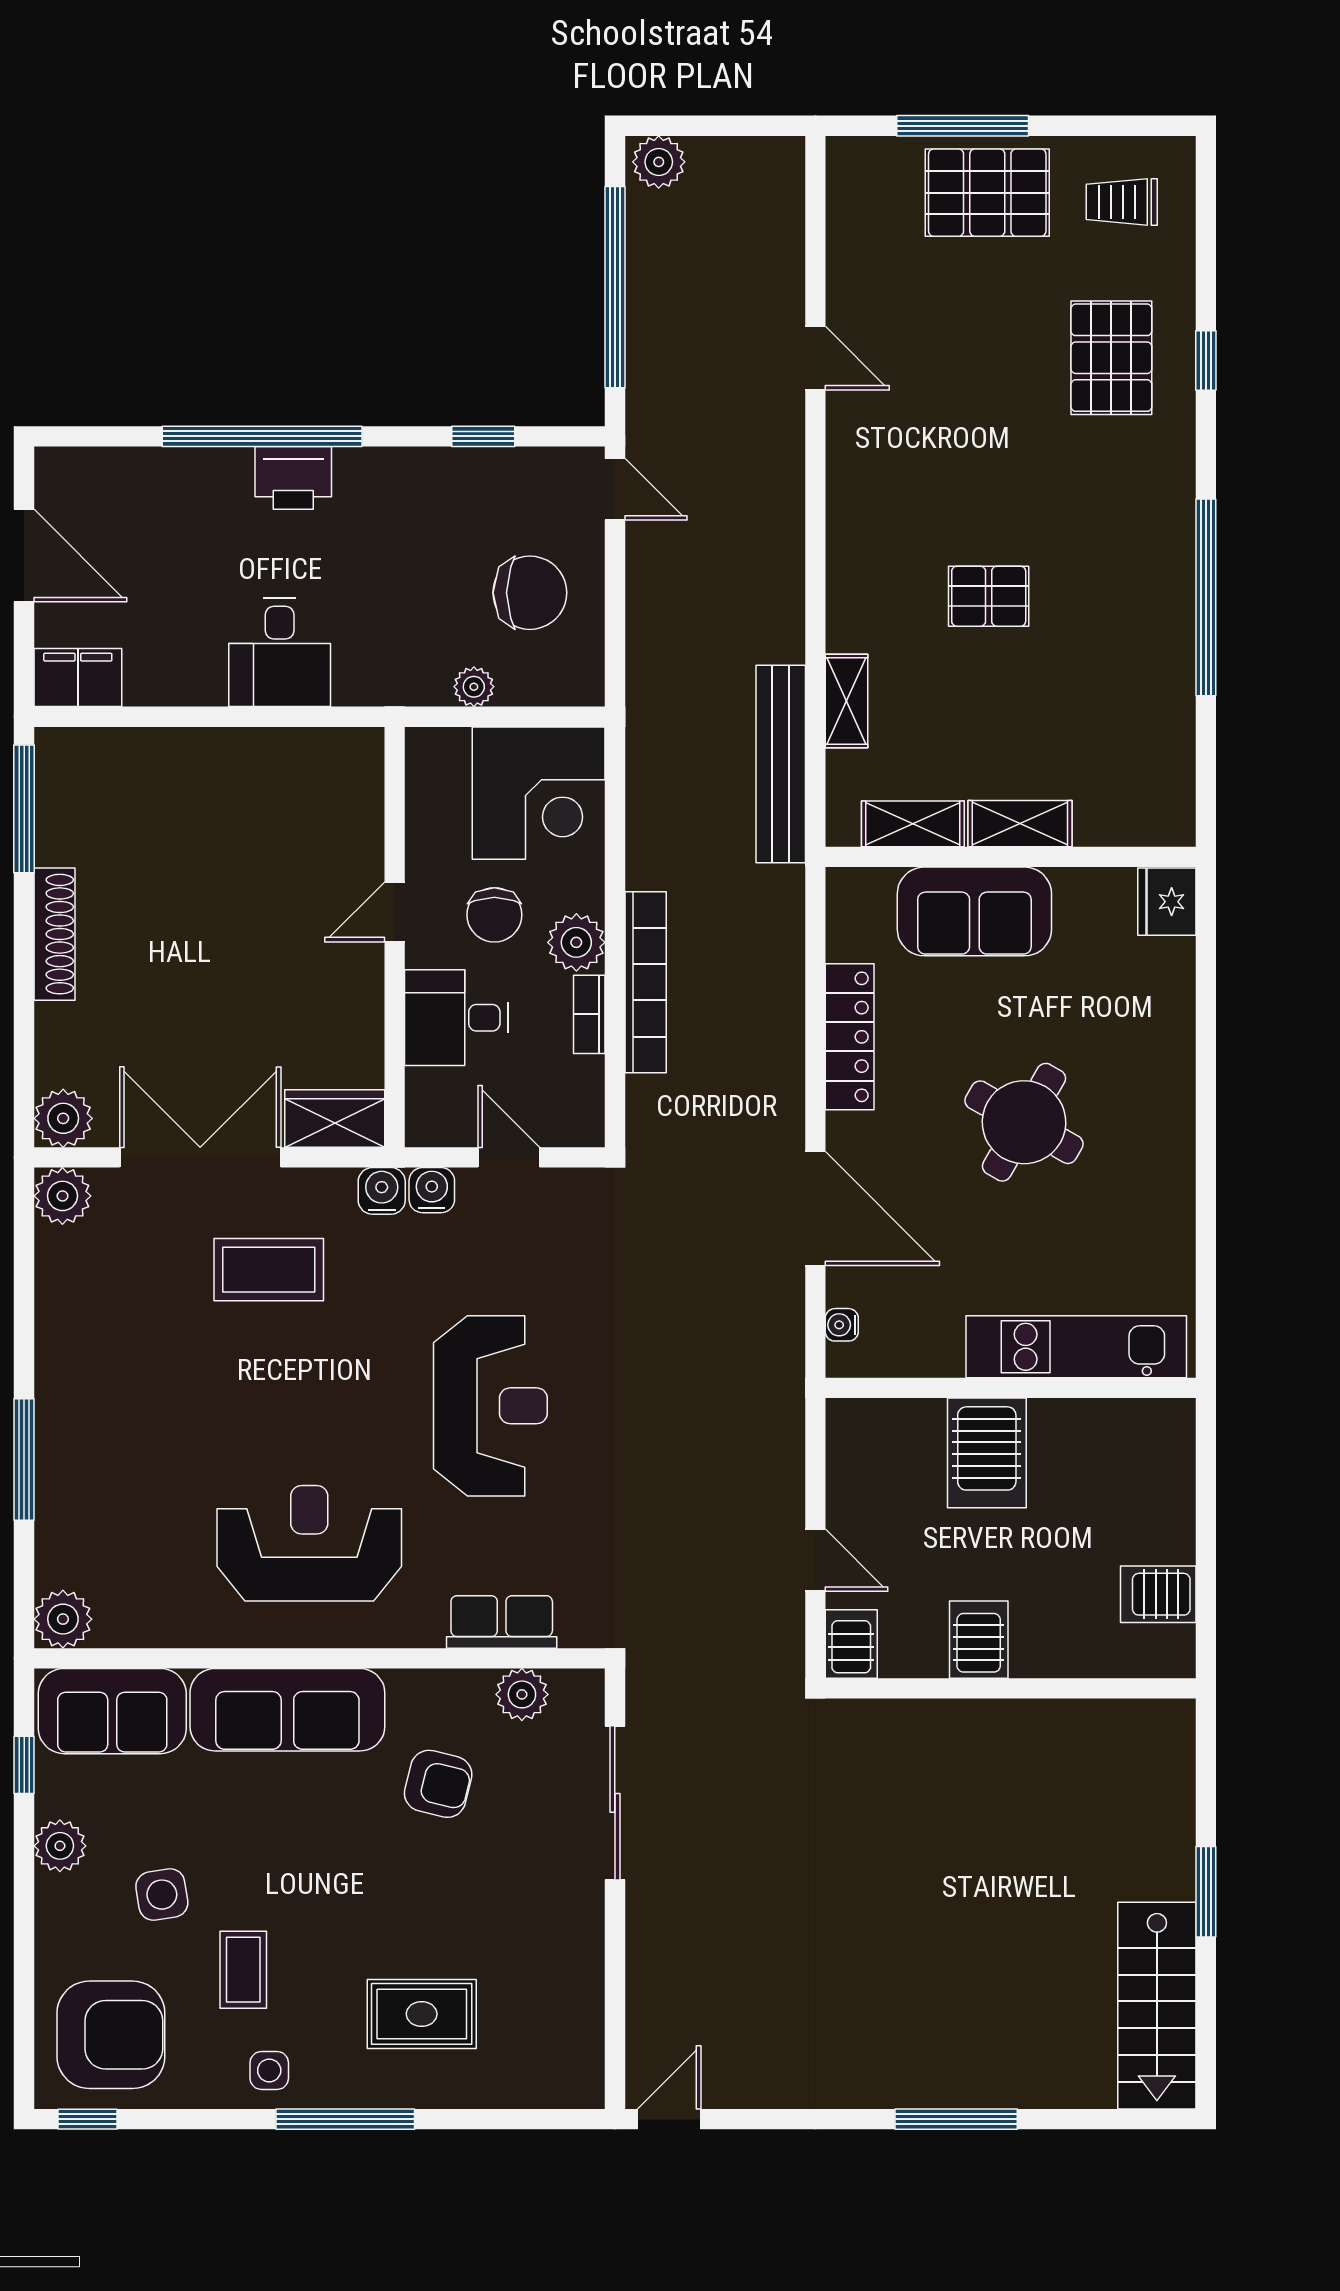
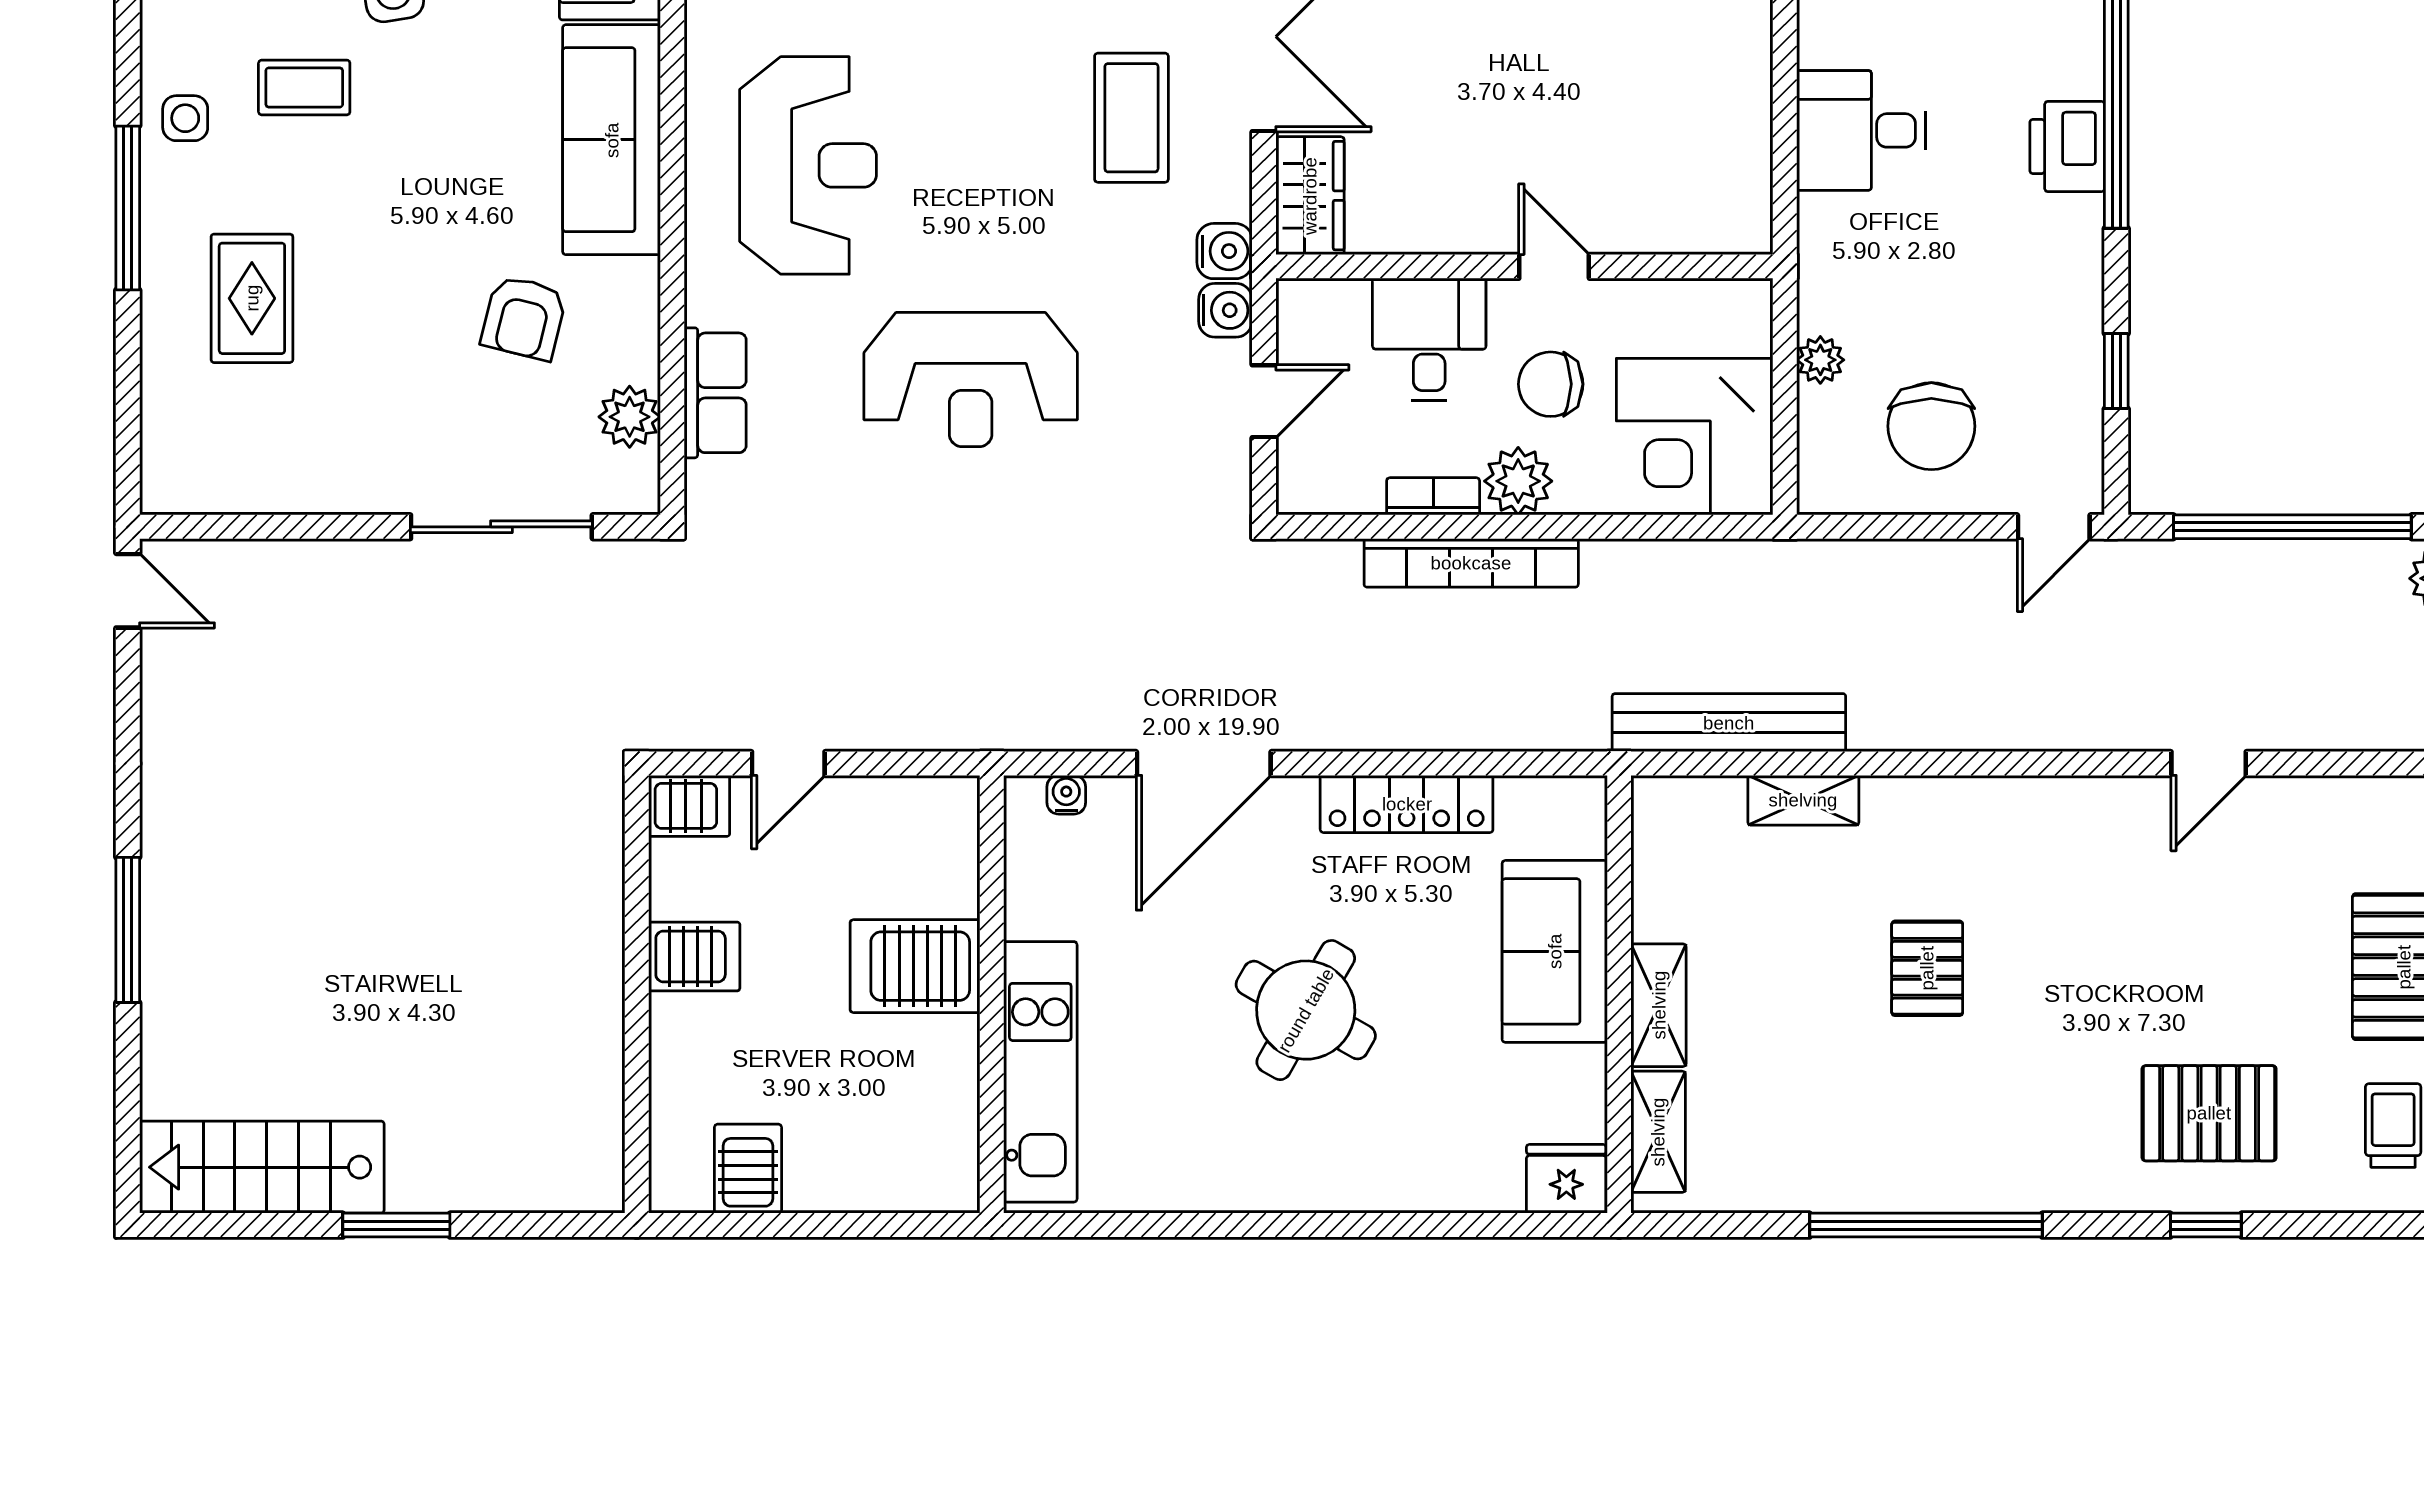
shelving: (913, 824) -> (1658, 1132), moved

